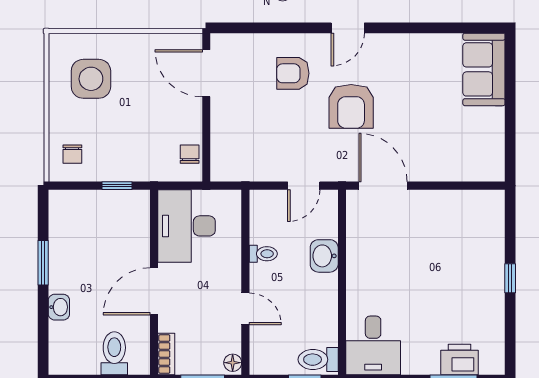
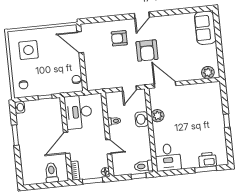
plant: (480, 168) -> (208, 72), added
plant: (360, 252) -> (158, 116), added
washbasin: (59, 307) -> (20, 107), moved

